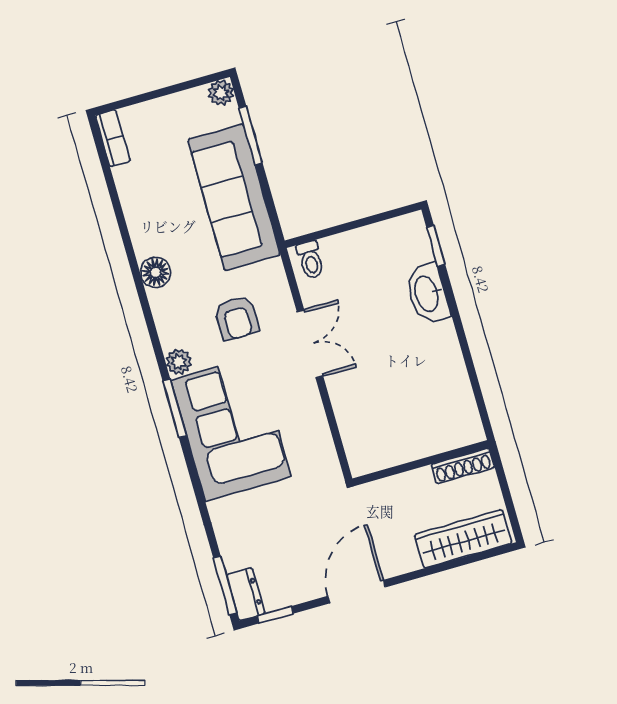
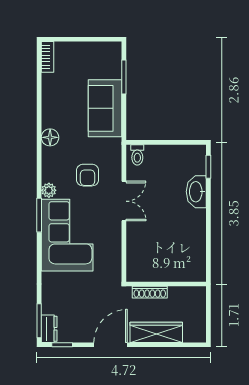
plant: (221, 93) -> (114, 49), removed
sofa: (234, 197) -> (105, 108), width x0.73
shoe rack: (463, 466) -> (150, 292), moved
wardrobe: (463, 539) -> (156, 332), moved

